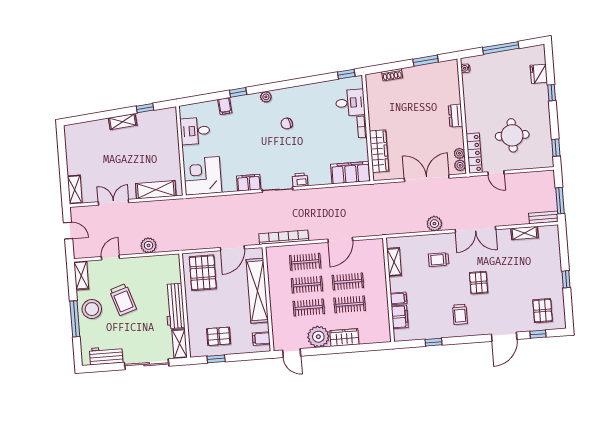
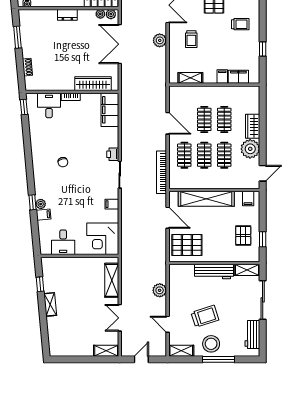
plant: (266, 97) -> (41, 204), moved
filing cabinet: (249, 183) -> (112, 204), width x0.50

